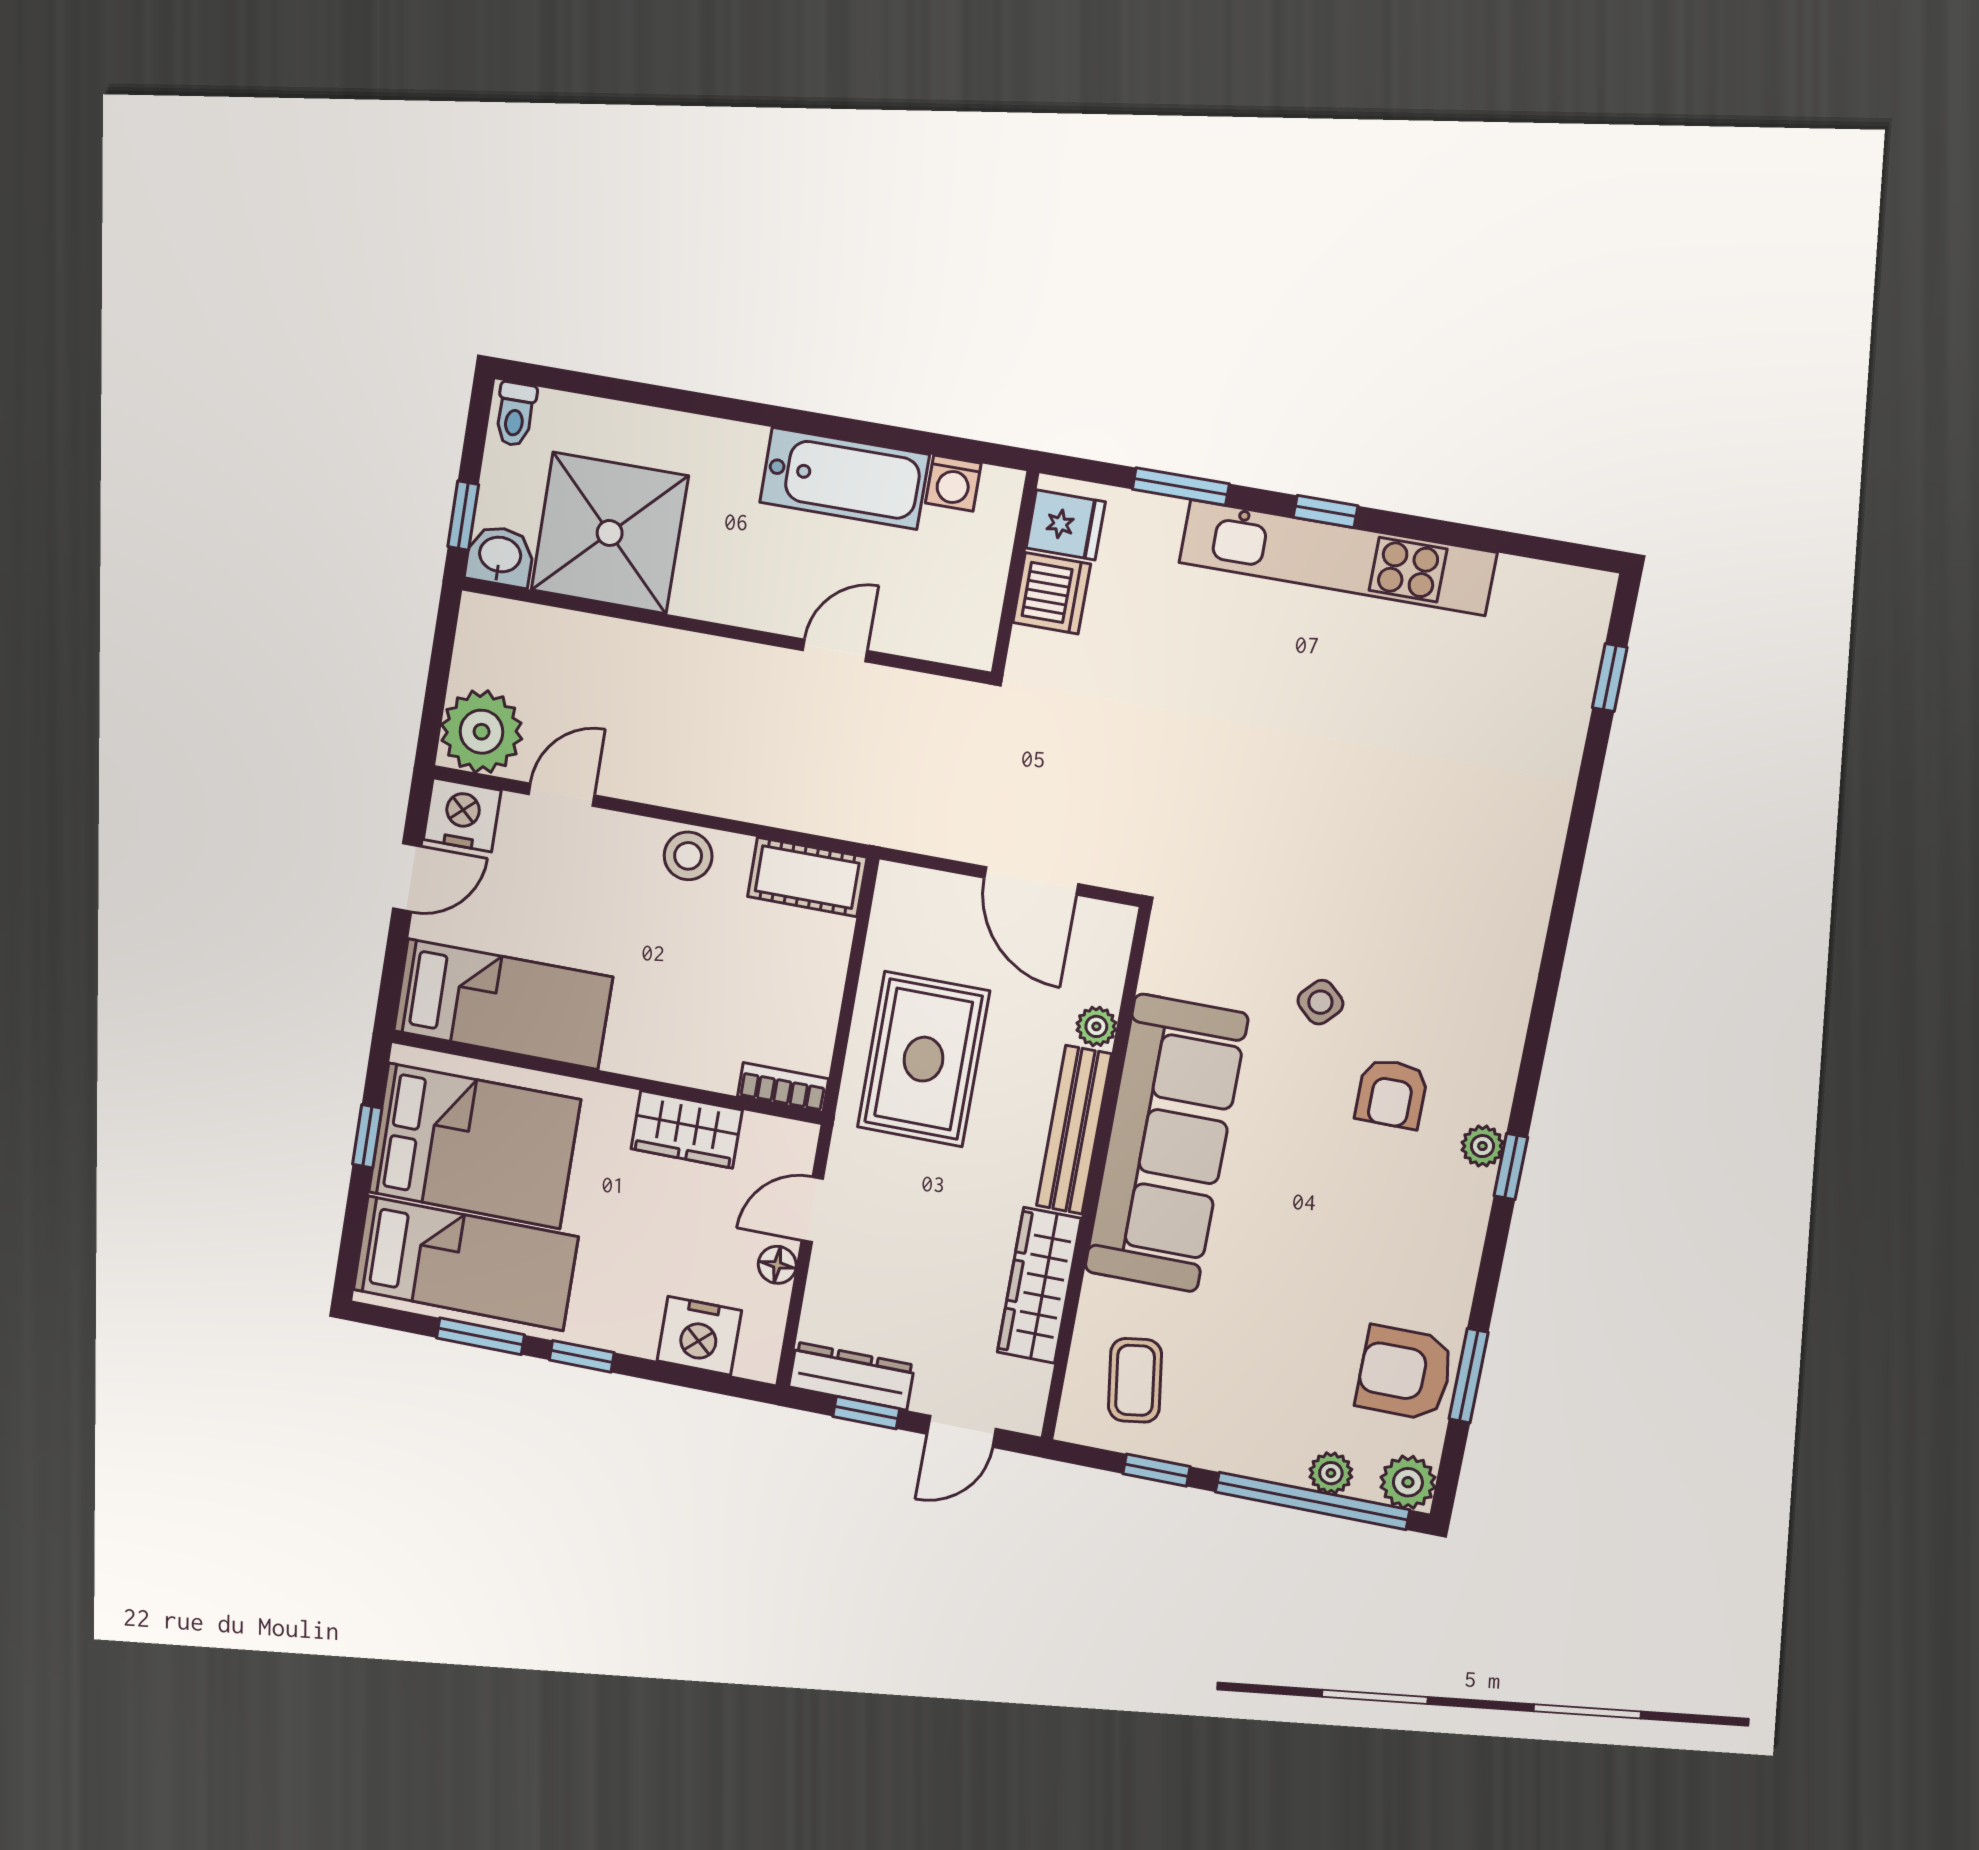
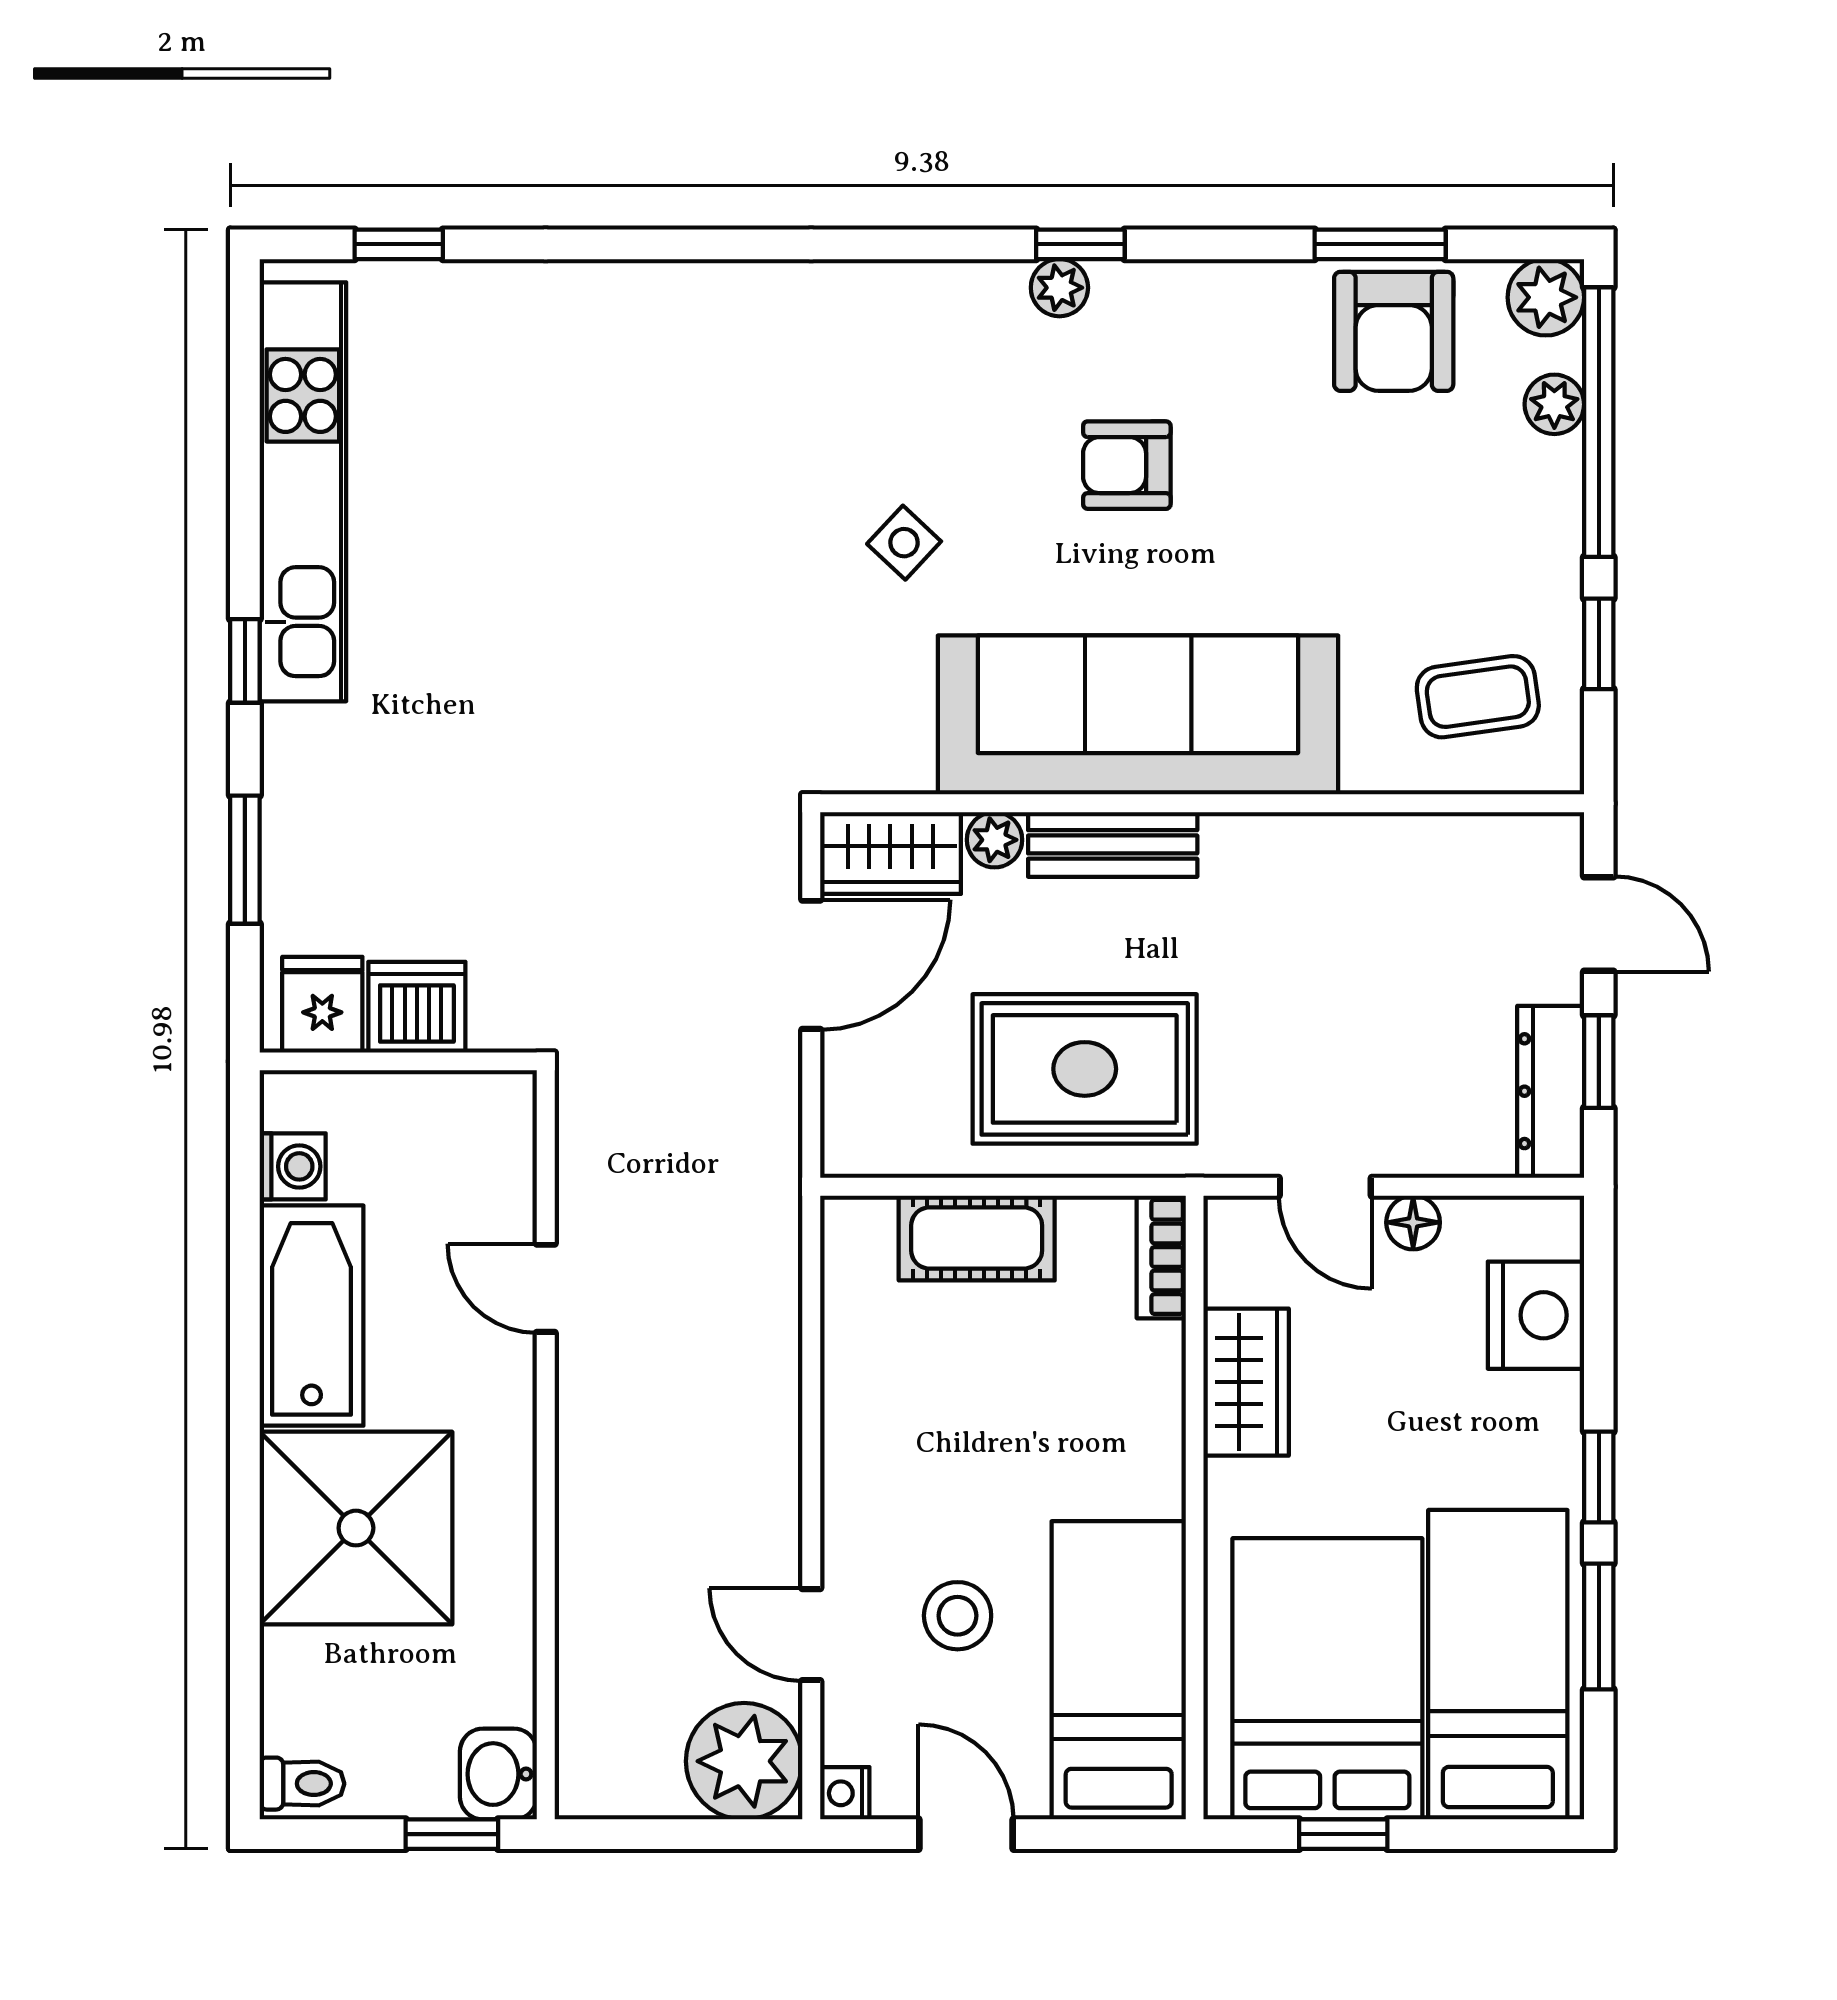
shower: (610, 533) -> (356, 1528), moved
kitchen unit: (1337, 557) -> (303, 492), moved
nightstand: (462, 815) -> (845, 1793), width x0.53, depth x0.56
stool: (688, 856) -> (958, 1616), moved
cot: (807, 877) -> (977, 1238), moved, turned 90
armchair: (1392, 1094) -> (1127, 465), moved, turned 180
bench: (1074, 1130) -> (1113, 844), width x0.73
wardrobe: (1039, 1285) -> (890, 853), moved, width x0.67

